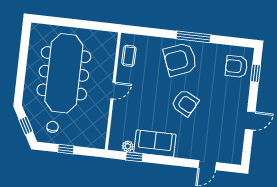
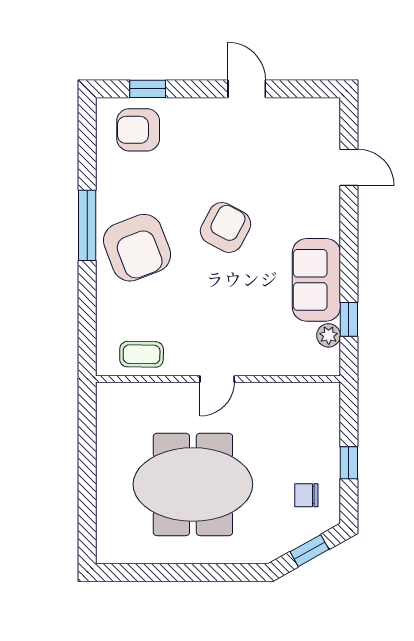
armchair: (236, 66) -> (138, 130), turned 90
meeting table: (64, 73) -> (193, 484), width x0.73
door: (113, 91) -> (217, 379), swing flipped

